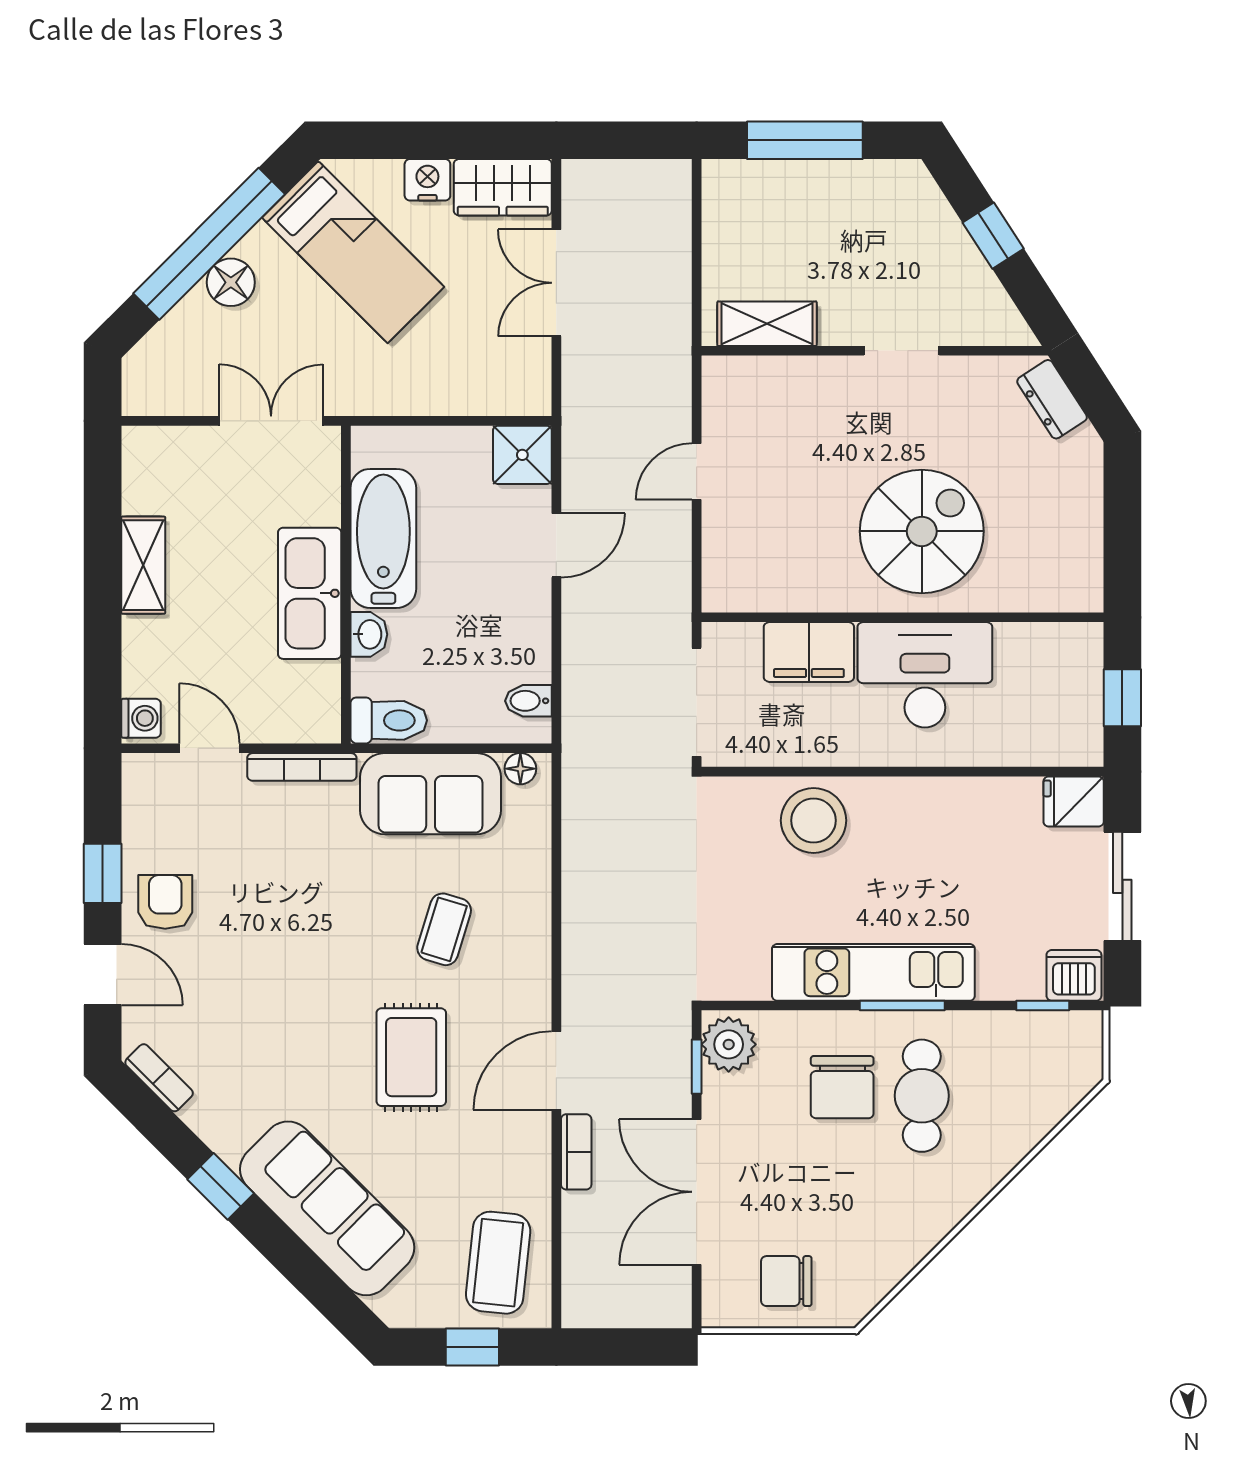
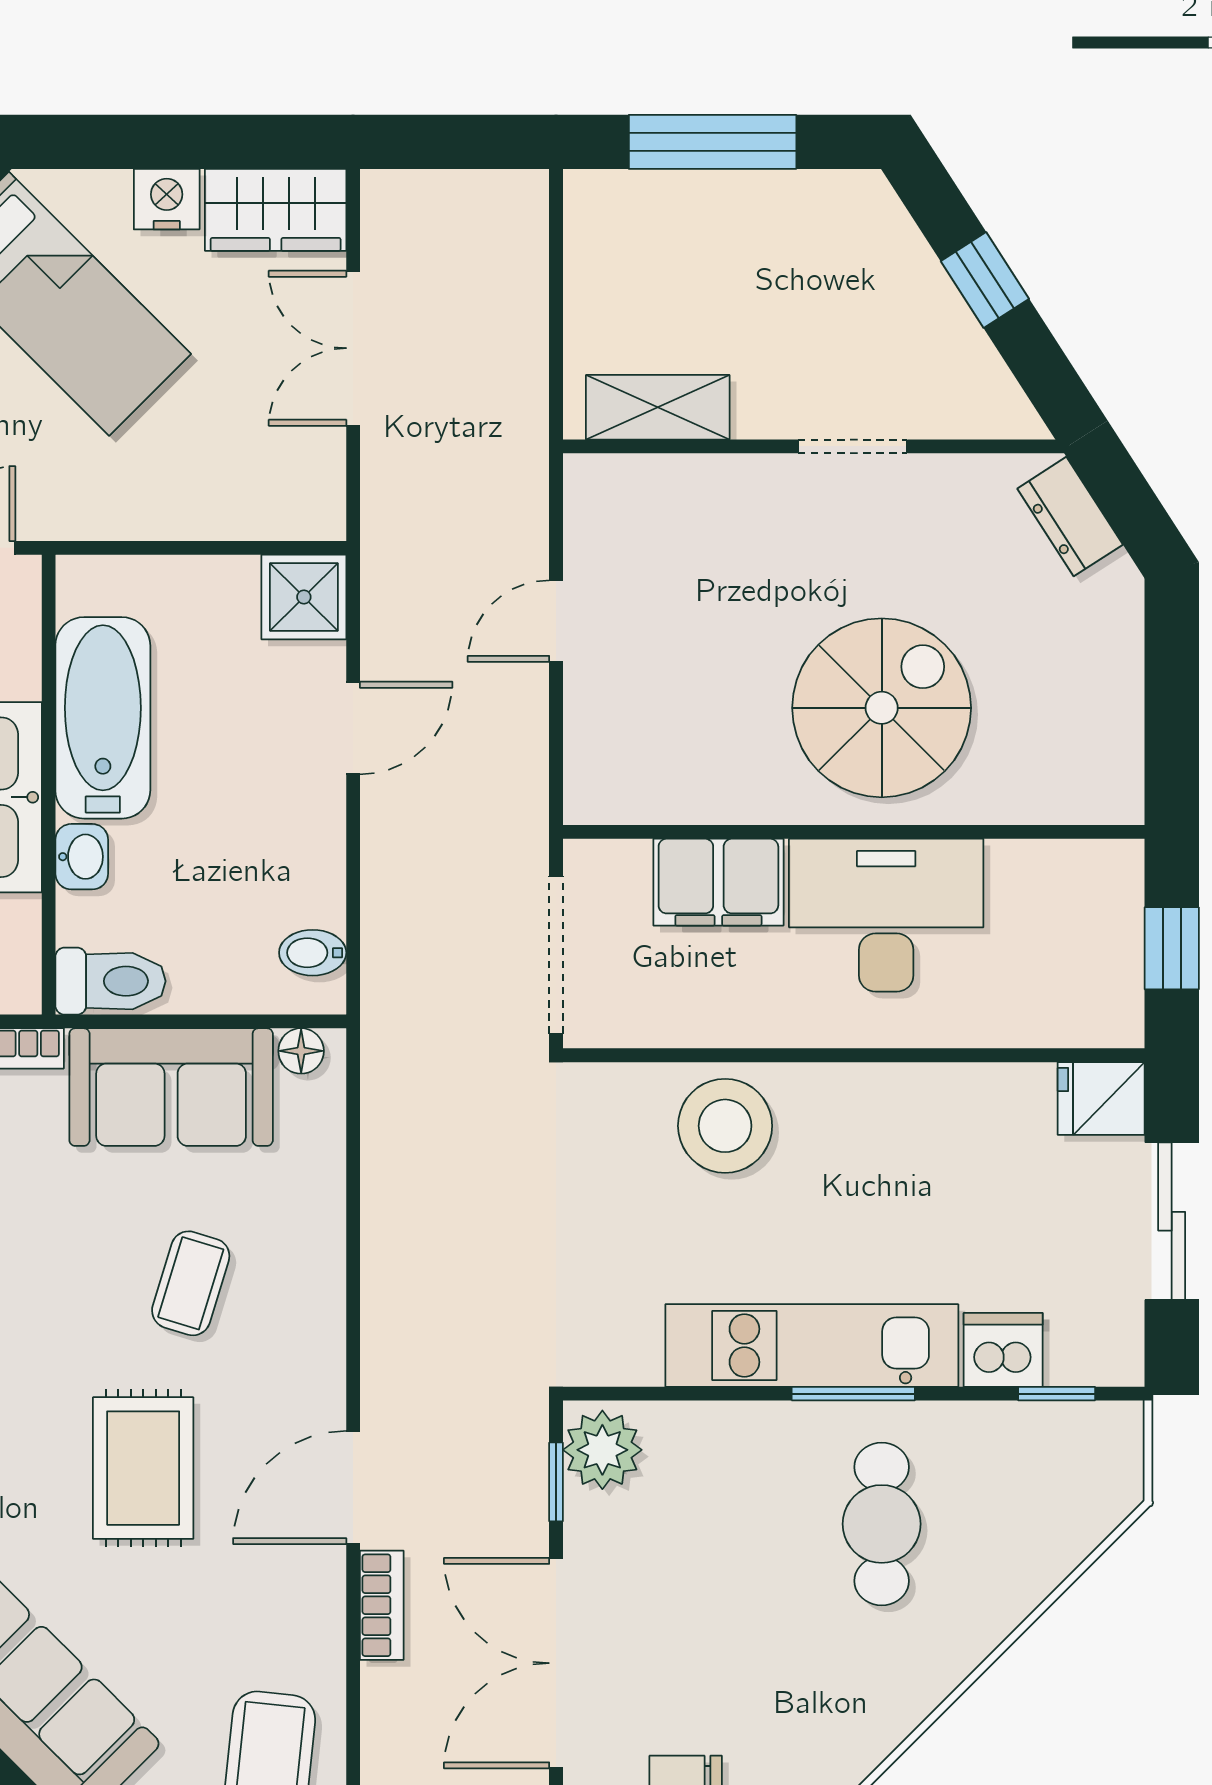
dishwasher: (1074, 975) -> (1003, 1350), moved
chair: (842, 1087) -> (767, 1512), removed

